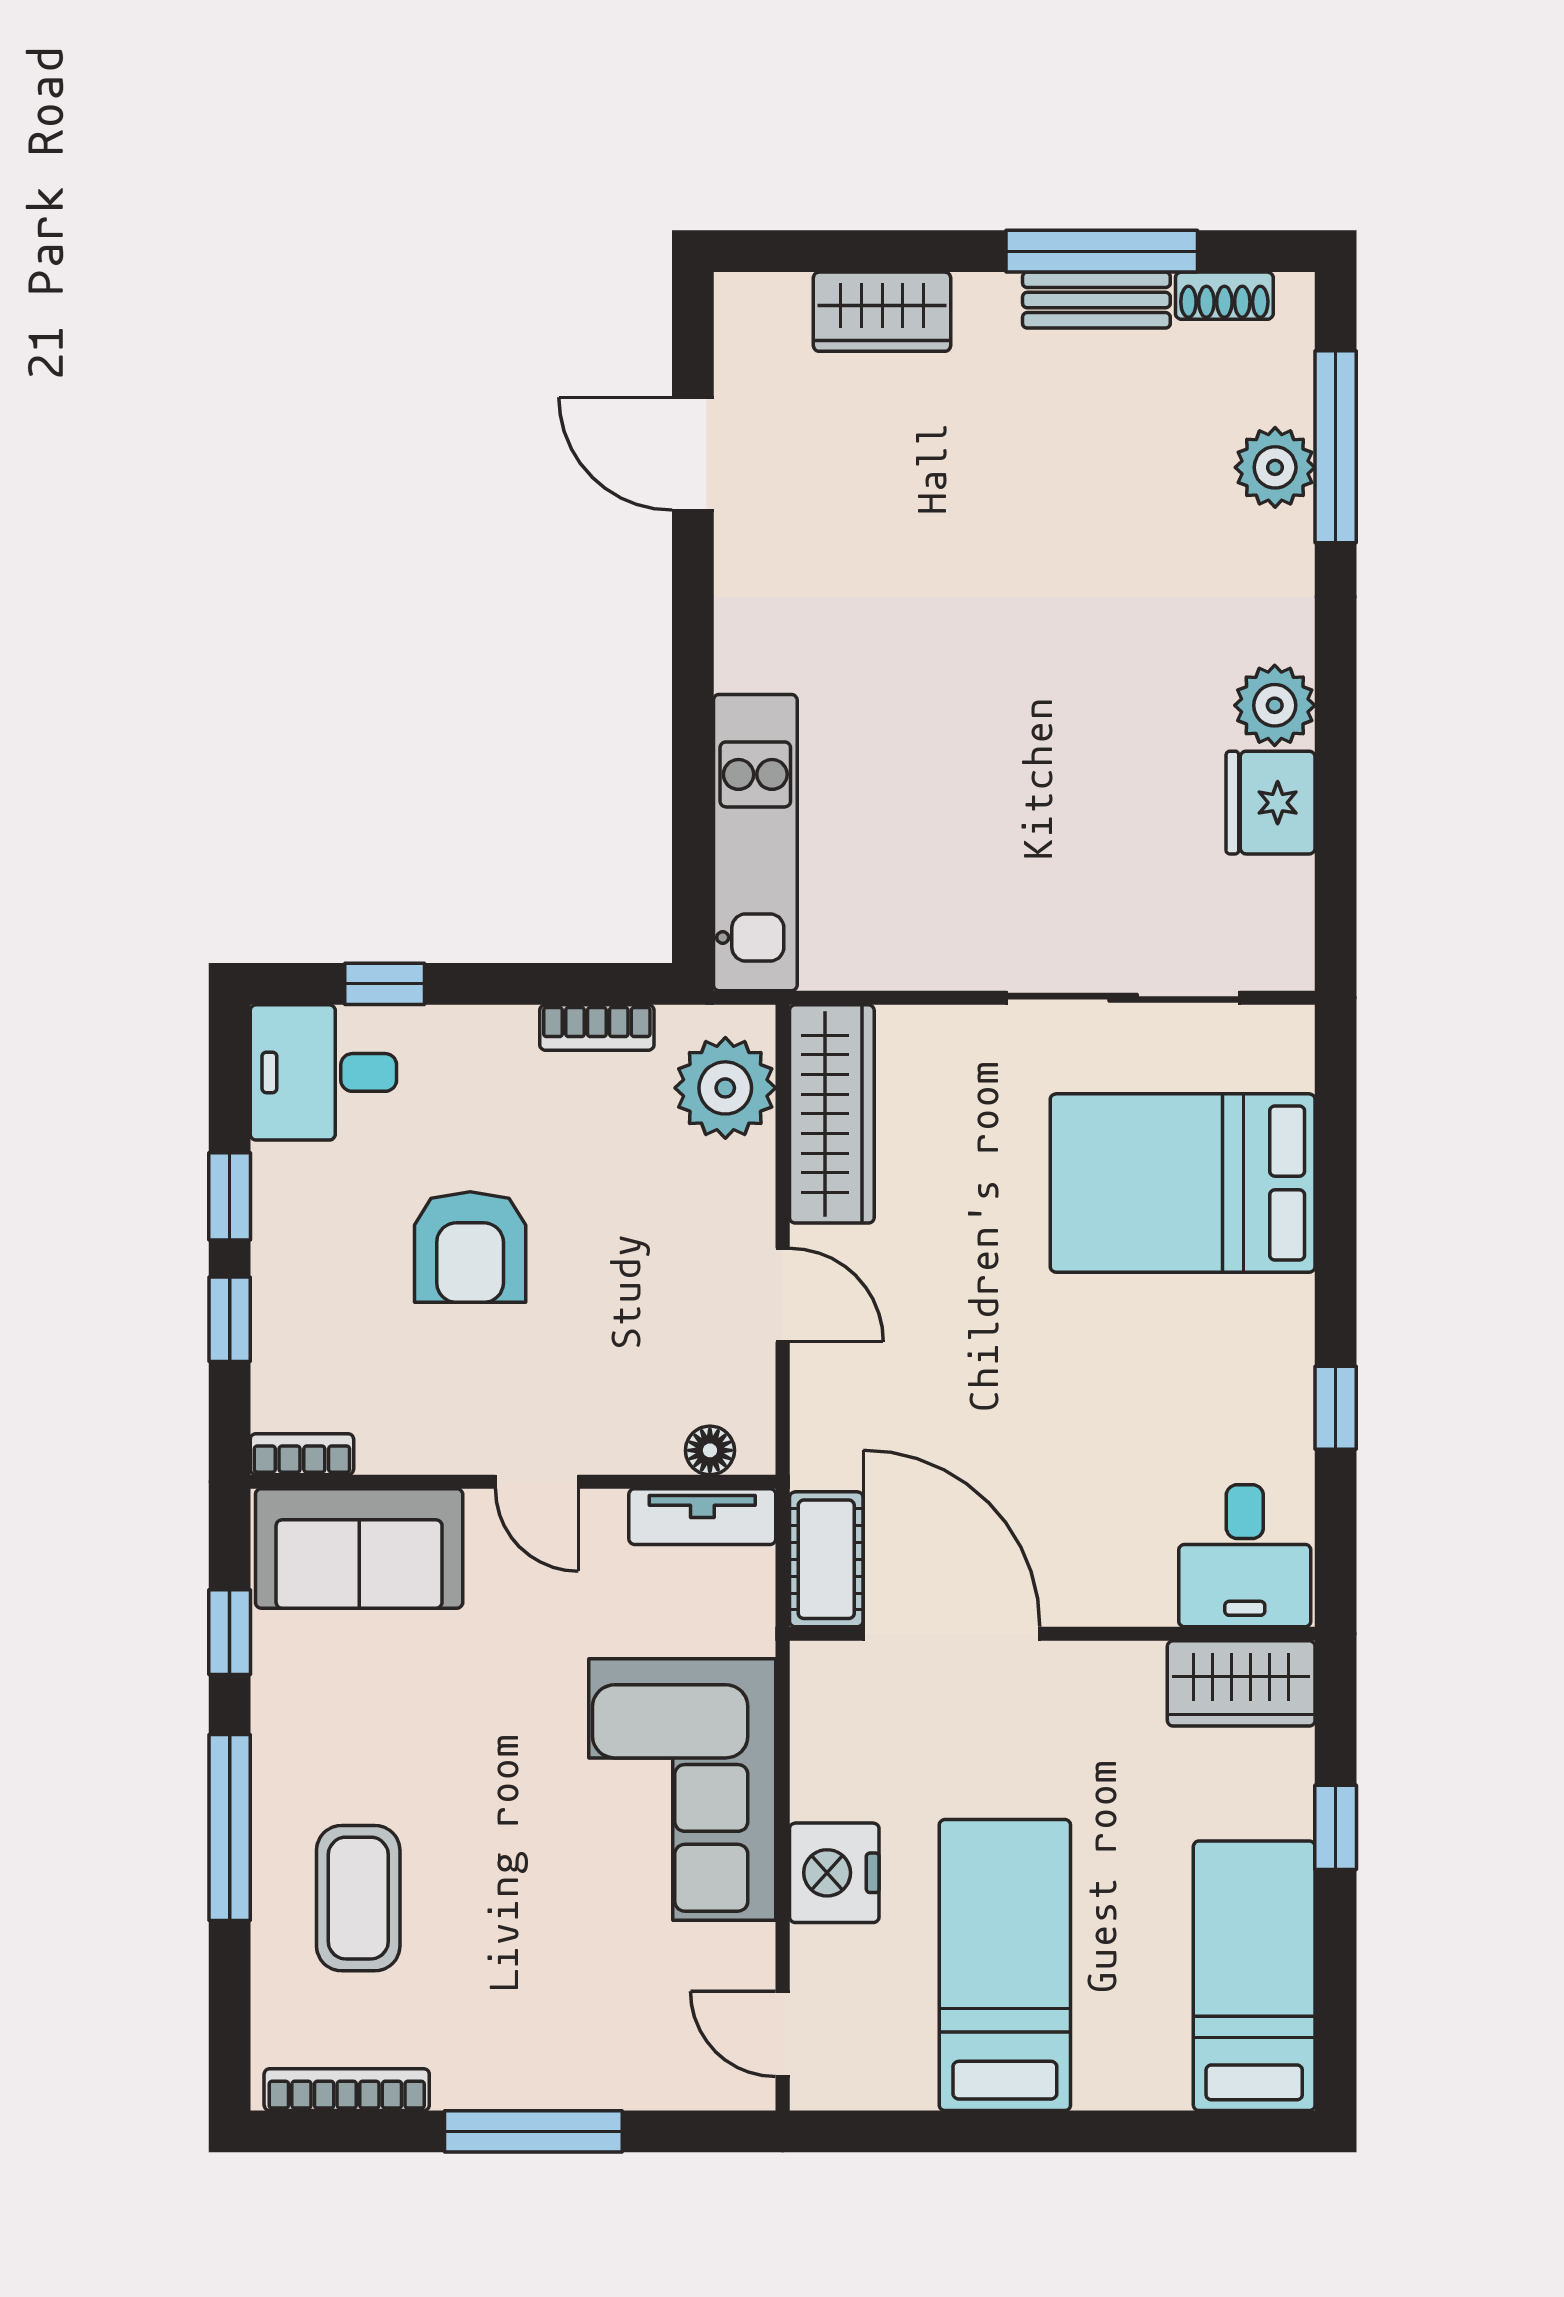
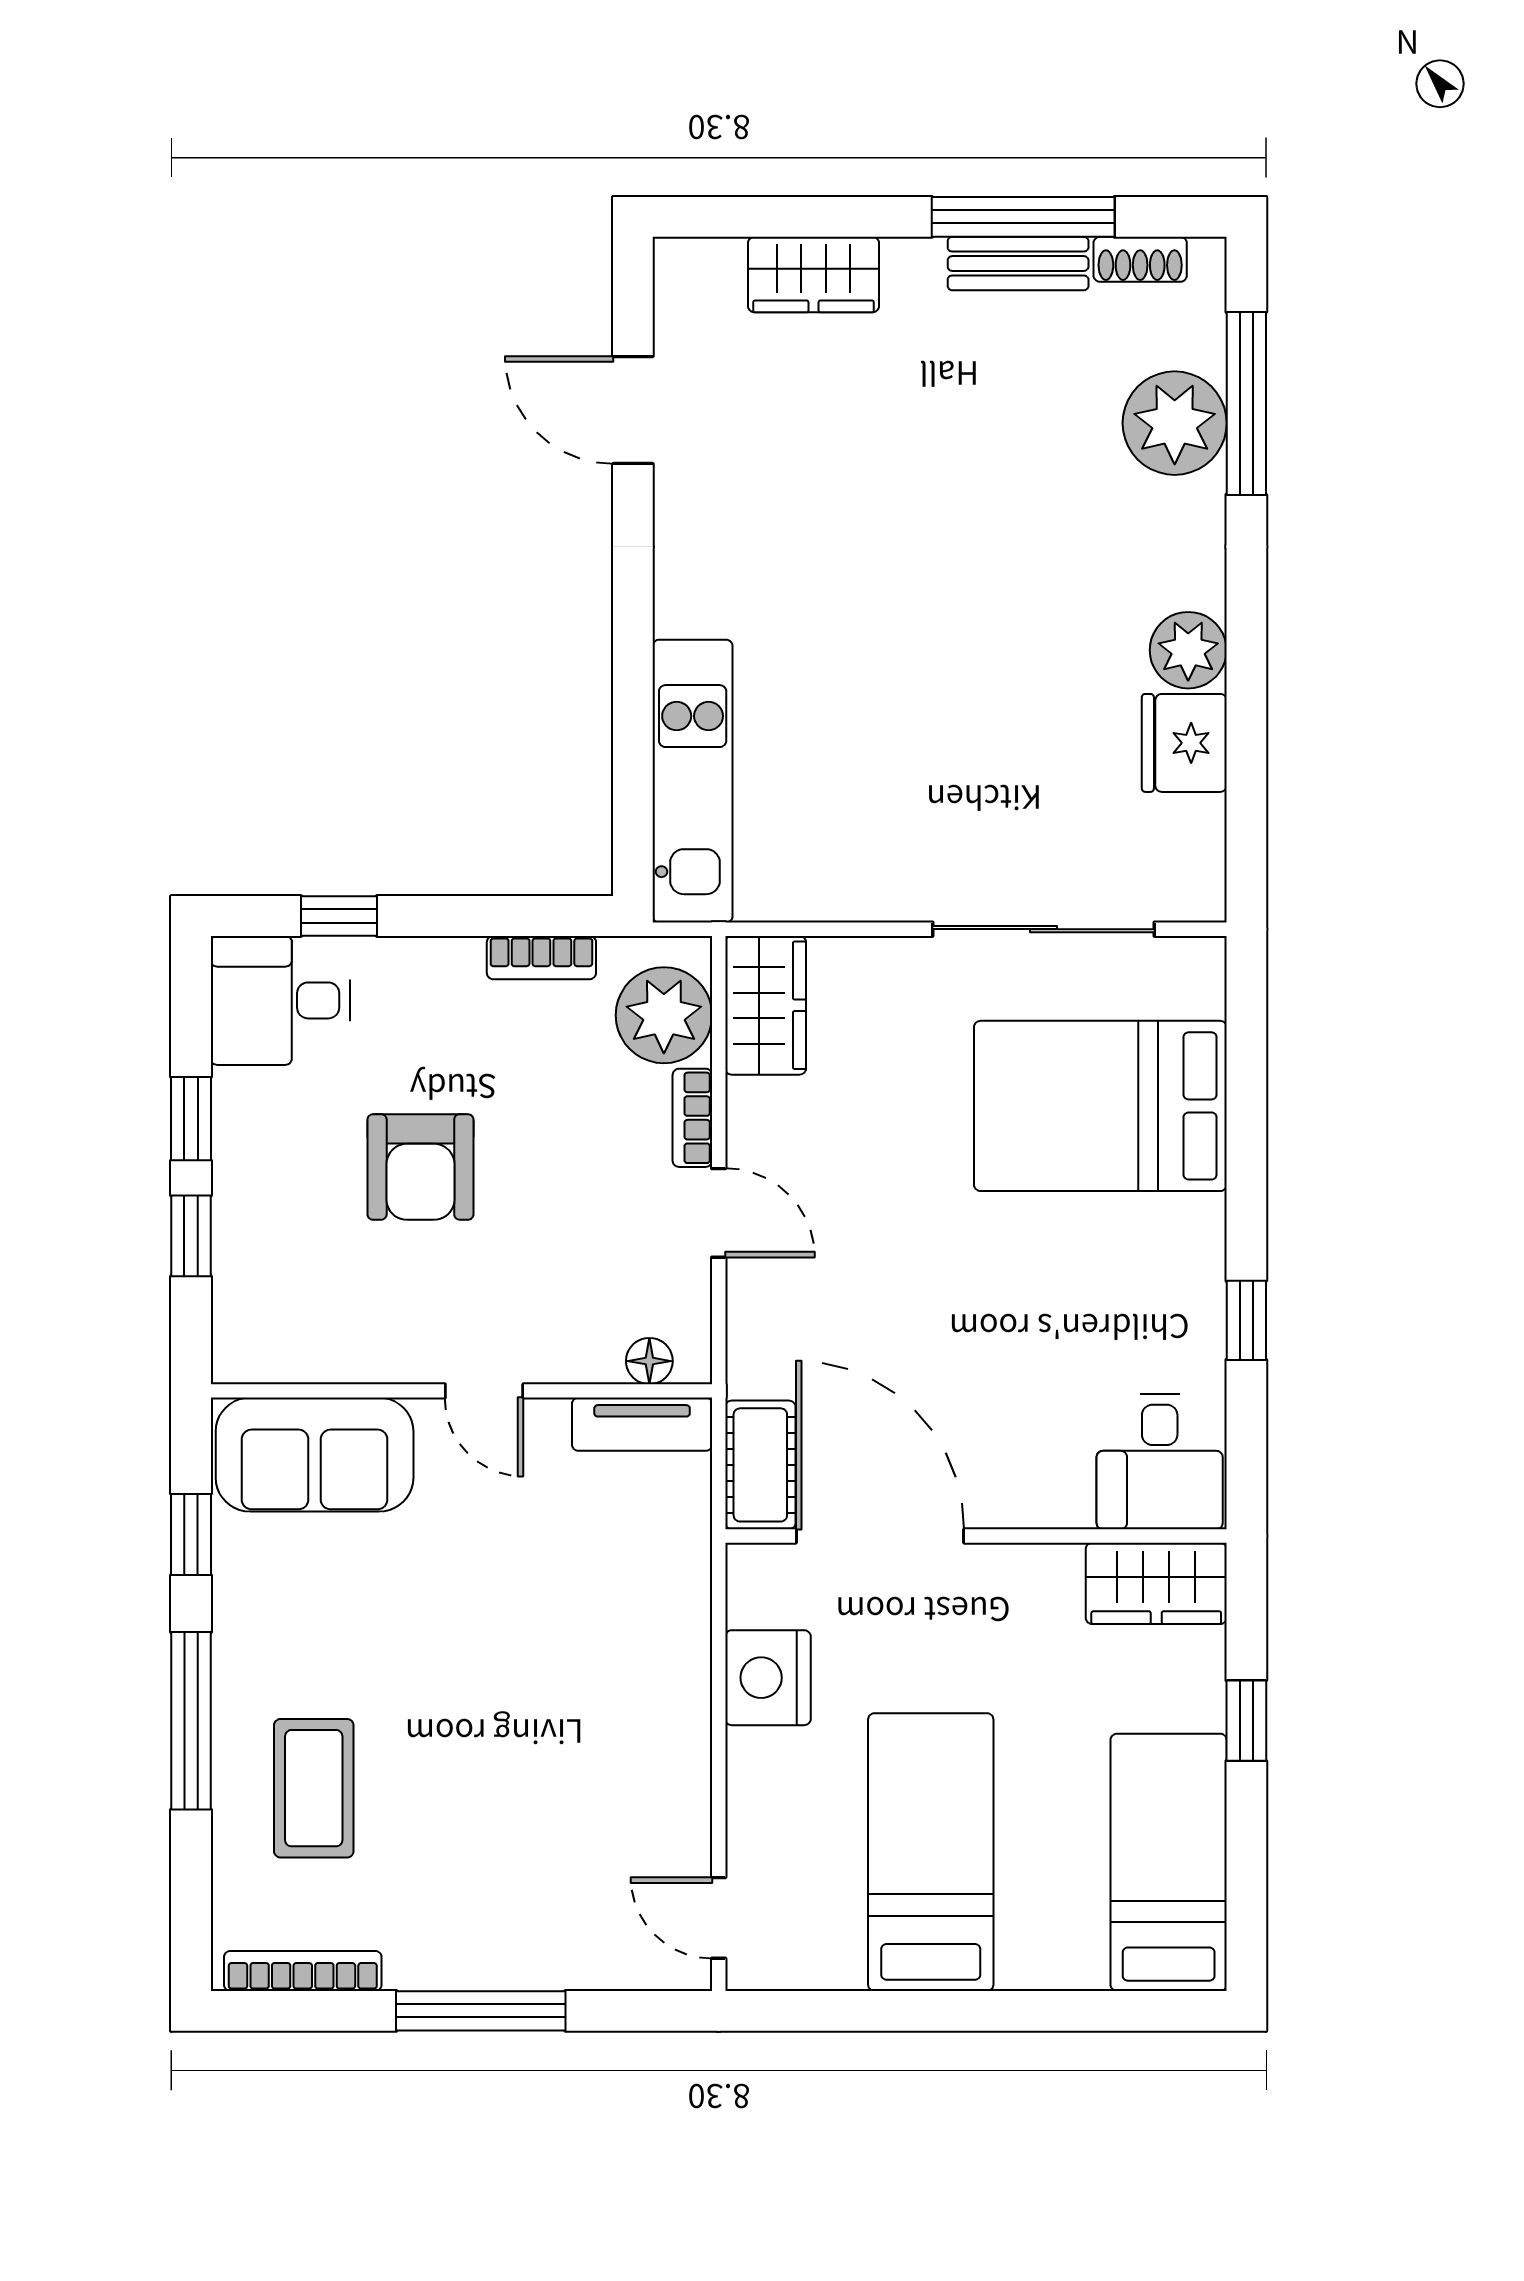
plant: (1275, 467) -> (1175, 423), width x1.36, depth x1.36
wardrobe: (832, 1114) -> (766, 1005), width x0.67
bookcase: (302, 1454) -> (692, 1118), moved, turned -90
corner sofa: (682, 1789) -> (623, 1685), removed
nightstand: (834, 1873) -> (768, 1678), moved

